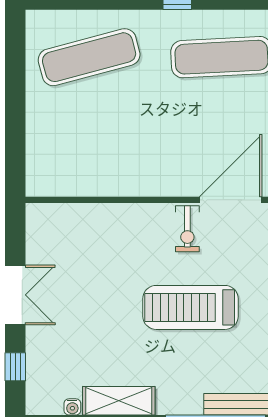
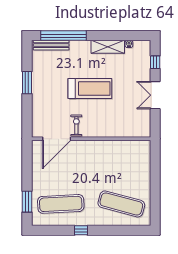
exercise mat: (89, 57) -> (121, 204), turned 30
treadmill: (190, 307) -> (90, 88), moved

